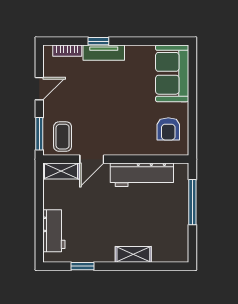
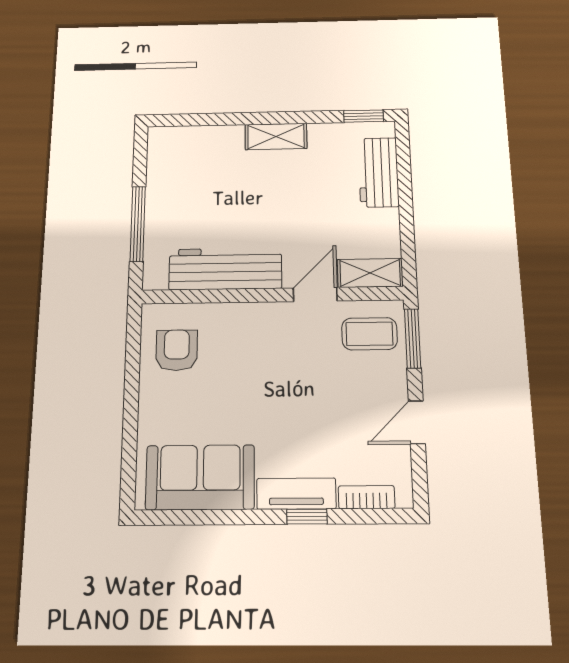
sofa: (172, 73) -> (200, 477), moved, turned -90
coffee table: (63, 137) -> (369, 334), turned 90
shelving: (133, 254) -> (276, 136), moved
window: (83, 266) -> (364, 116), moved

